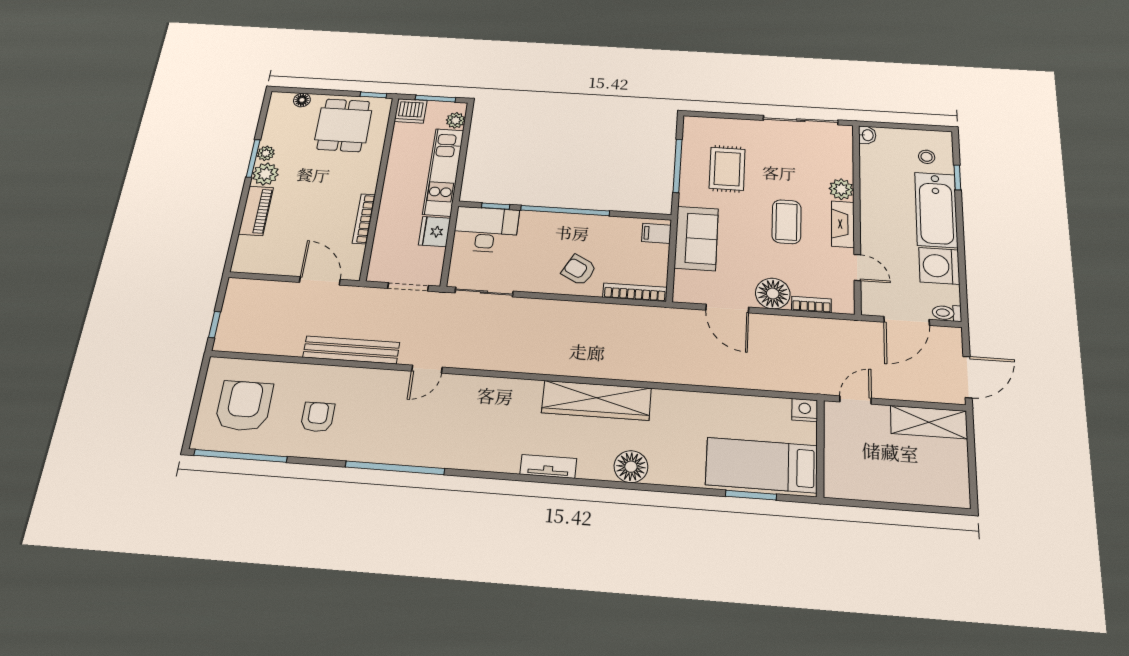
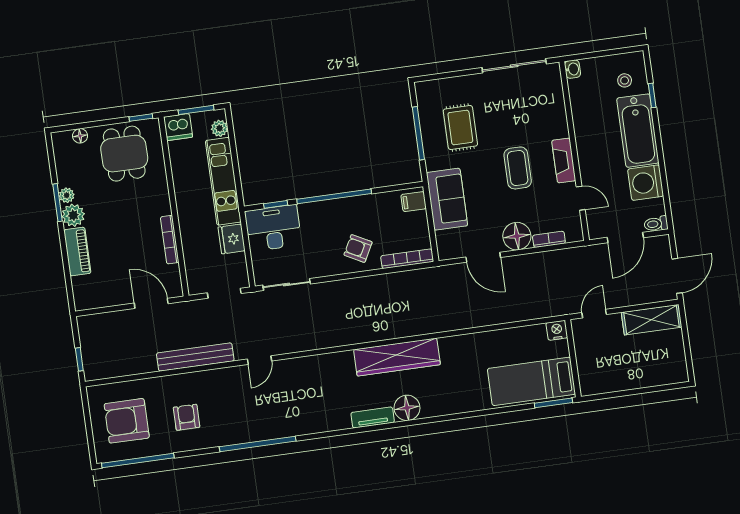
plant: (841, 189) -> (558, 127), removed
armchair: (244, 406) -> (127, 421), turned -90
floor lamp: (631, 467) -> (407, 408), moved
window: (751, 495) -> (553, 403), moved

